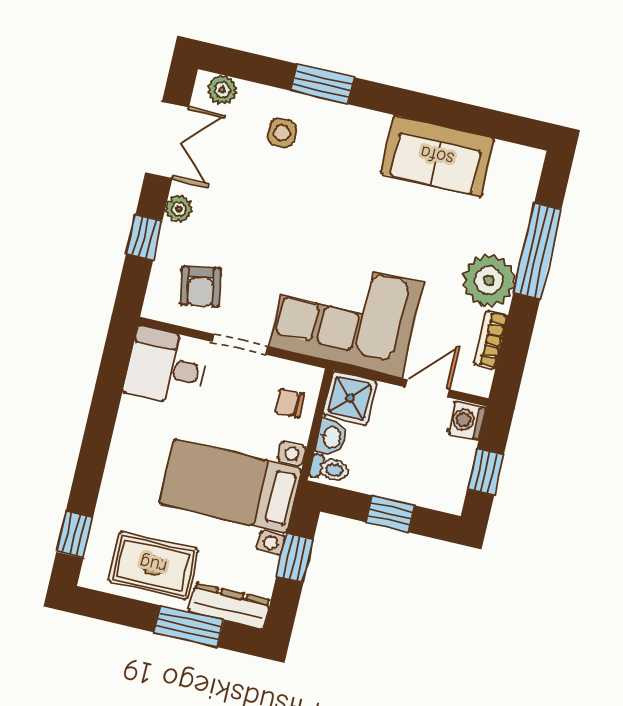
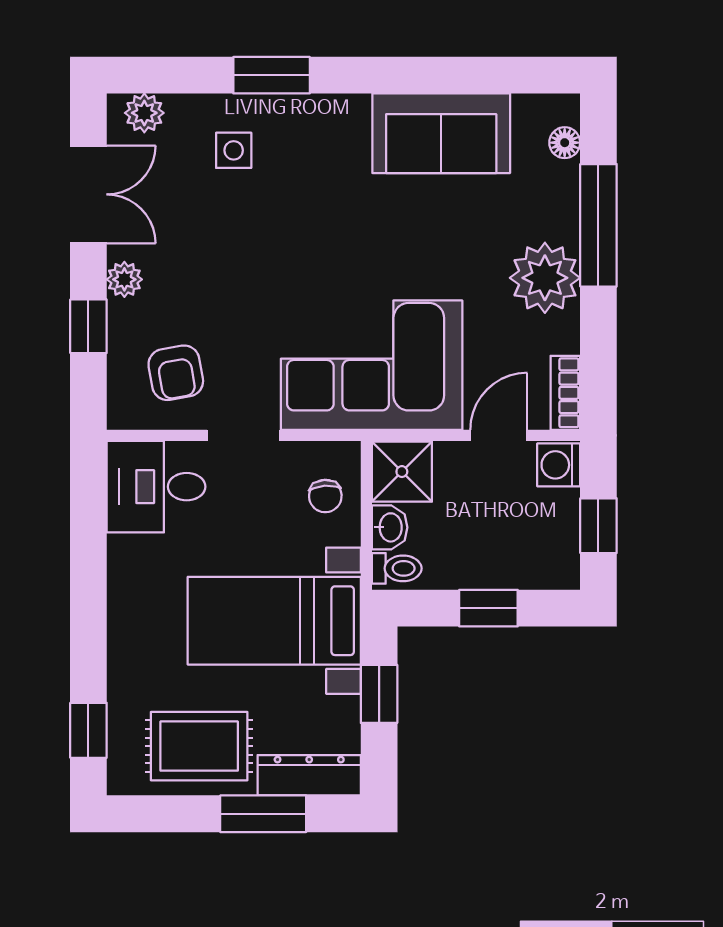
floor lamp: (527, 184) -> (565, 143), added
bookcase: (491, 340) -> (565, 393), moved
chair: (289, 403) -> (325, 496), turned -94

